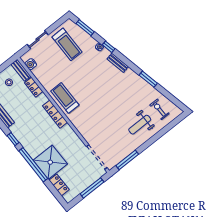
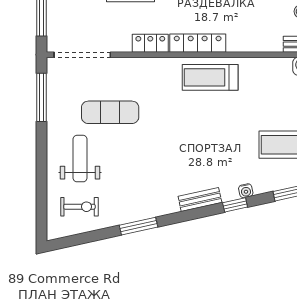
locker: (34, 87) -> (150, 43), moved
treadmill: (65, 98) -> (210, 77), turned 180
exercise mat: (111, 127) -> (110, 112), added

